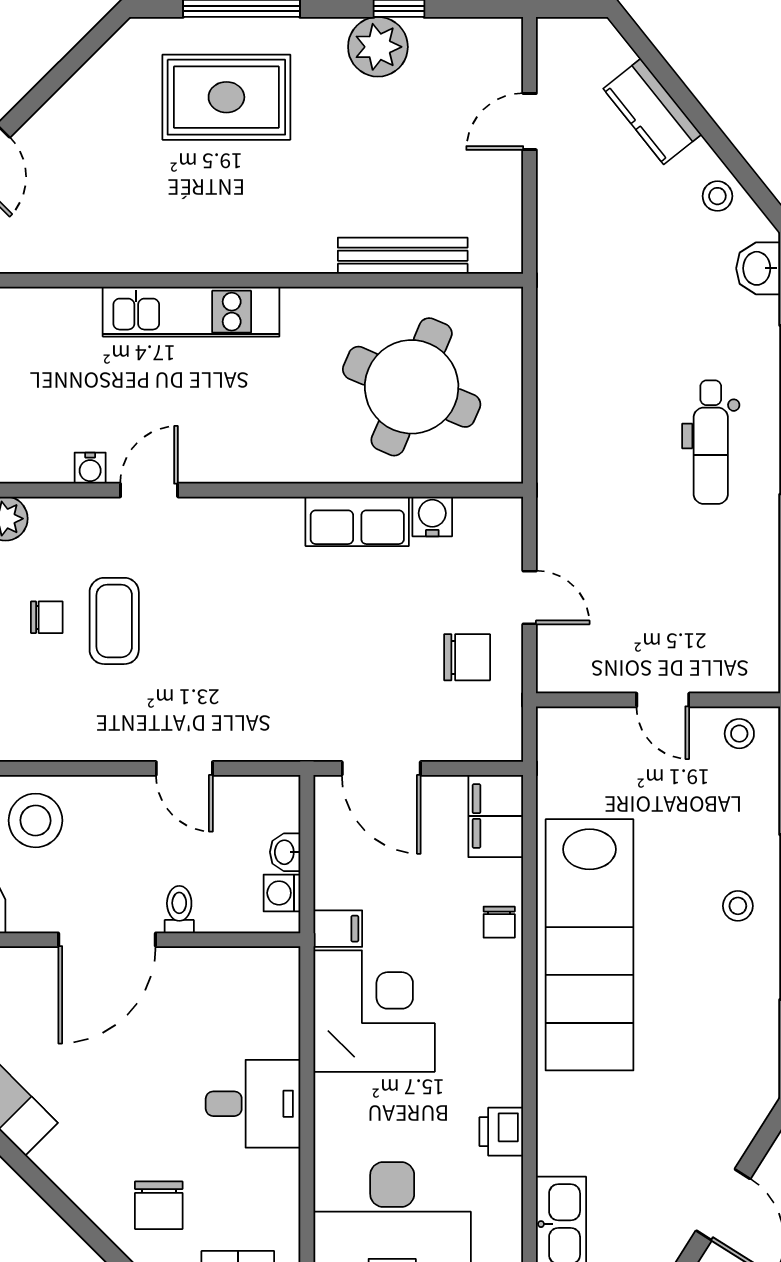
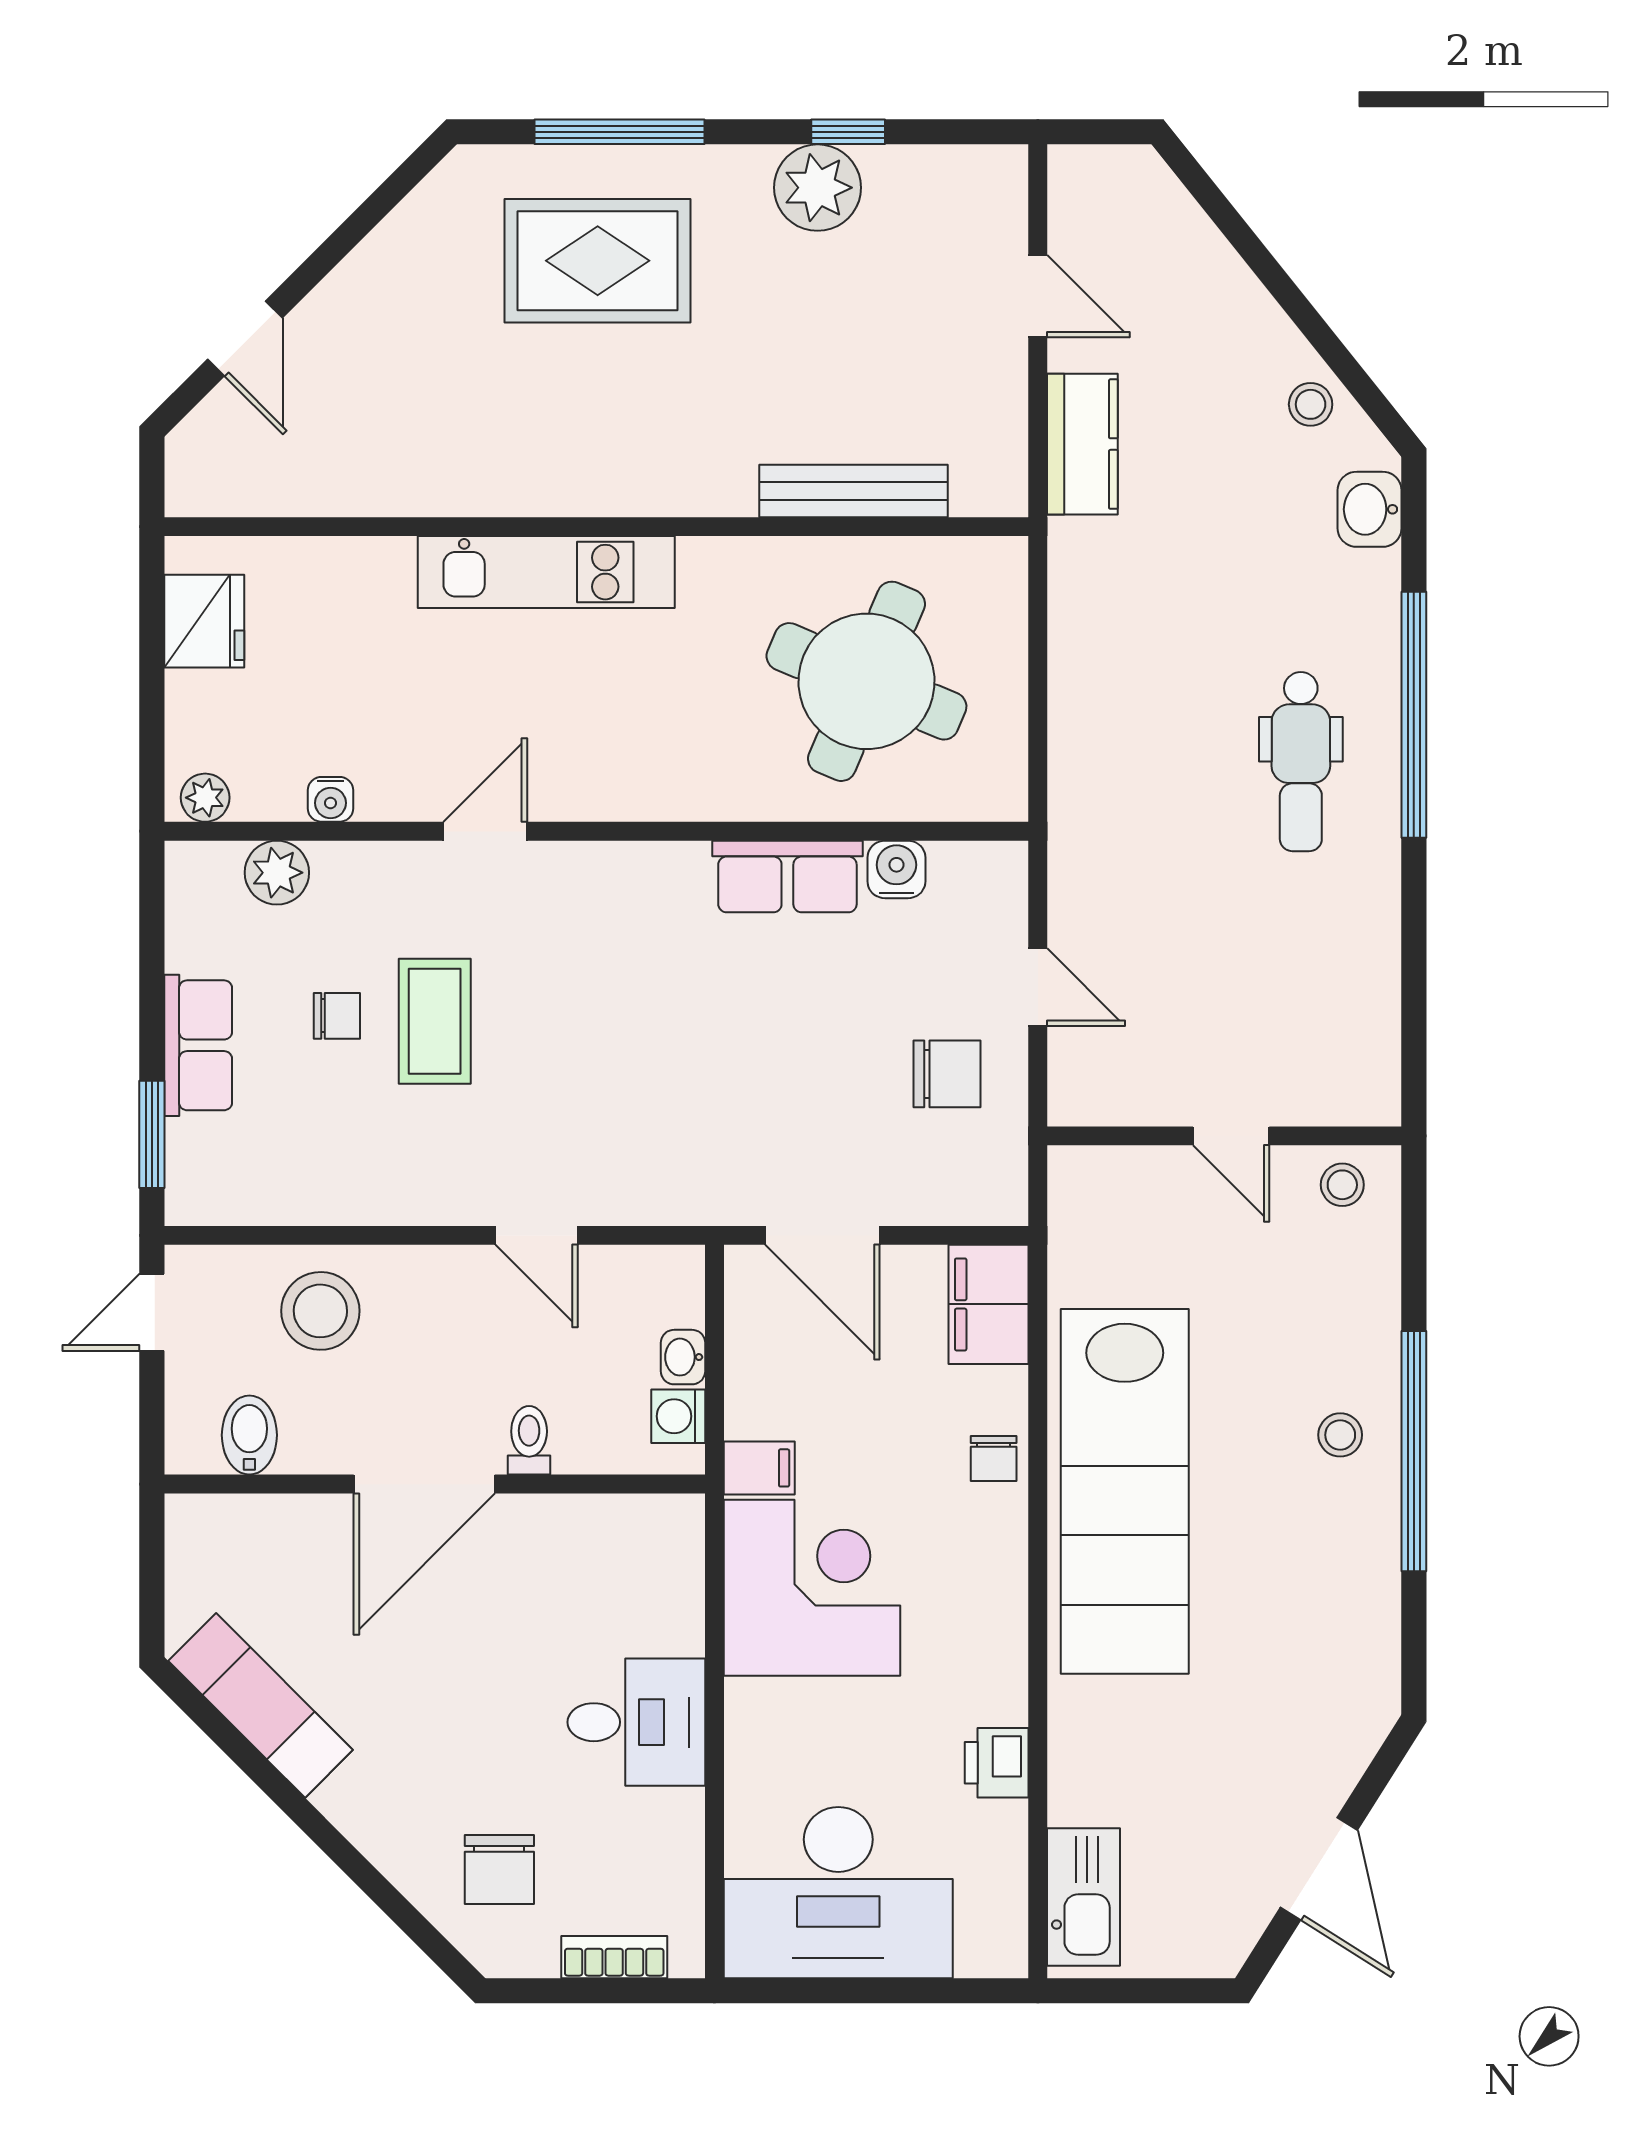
kitchen counter: (652, 111) -> (1082, 444), moved, turned -141
door: (530, 122) -> (1038, 296), swing flipped
water cooler: (90, 468) -> (331, 799), moved

